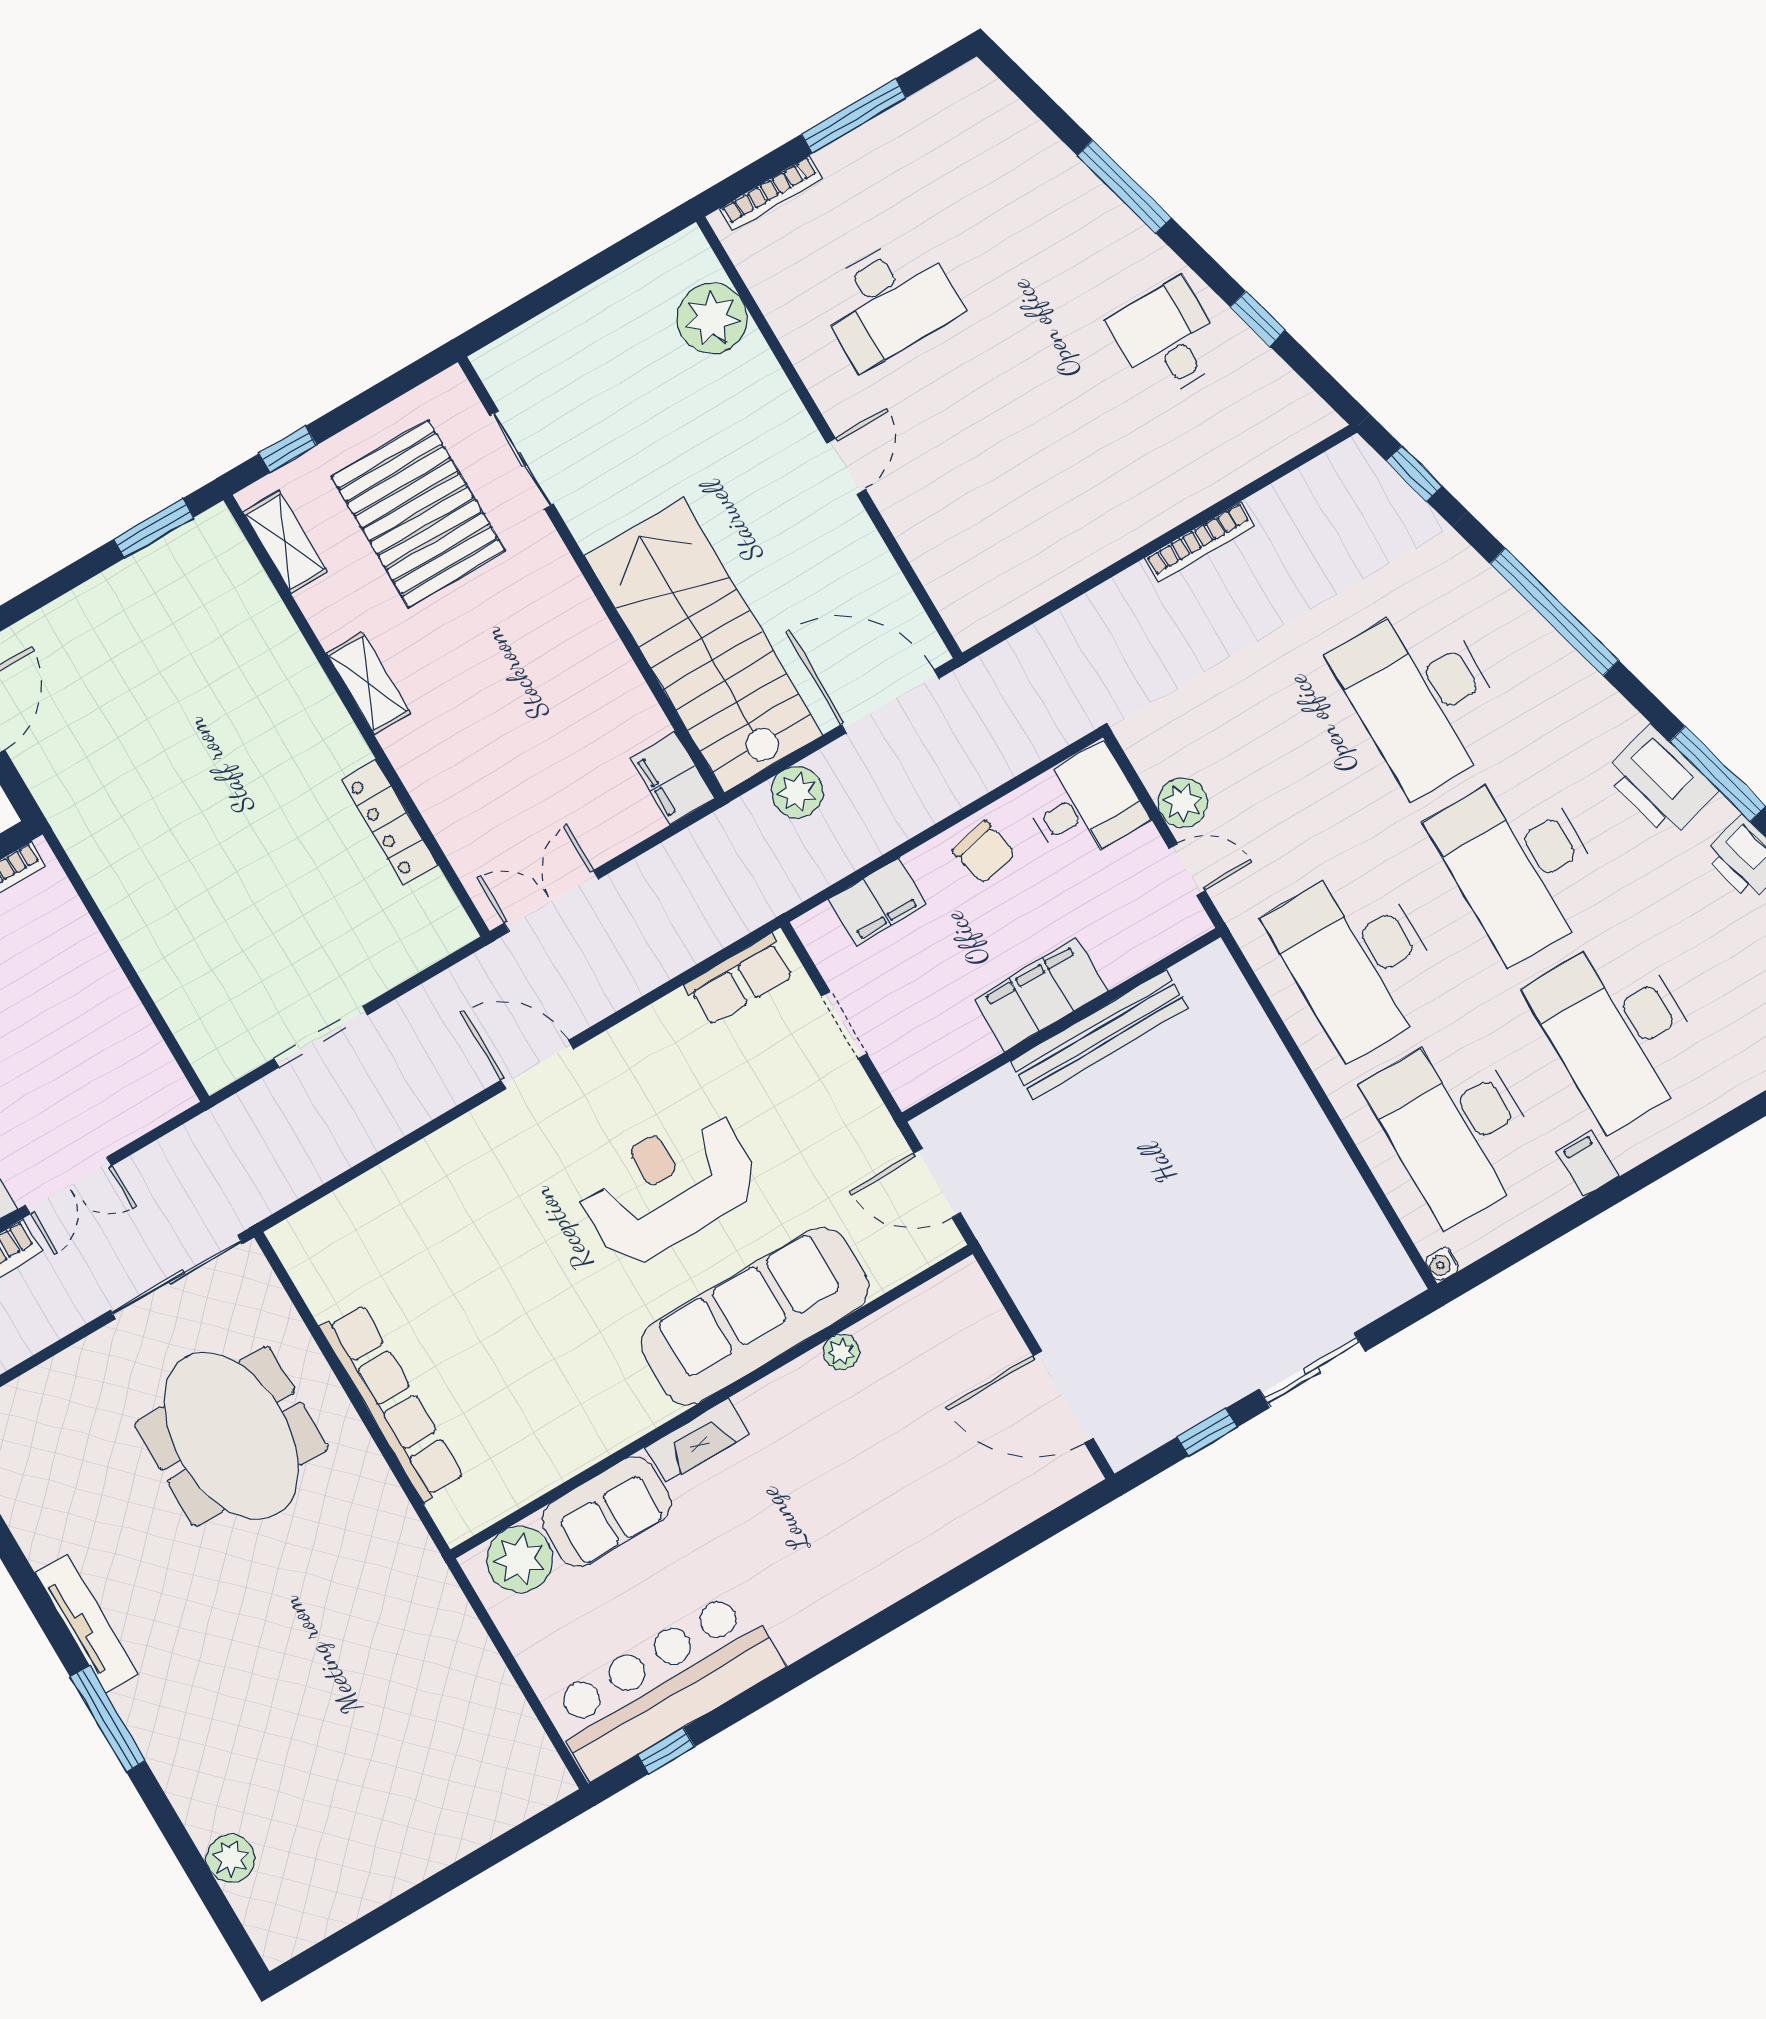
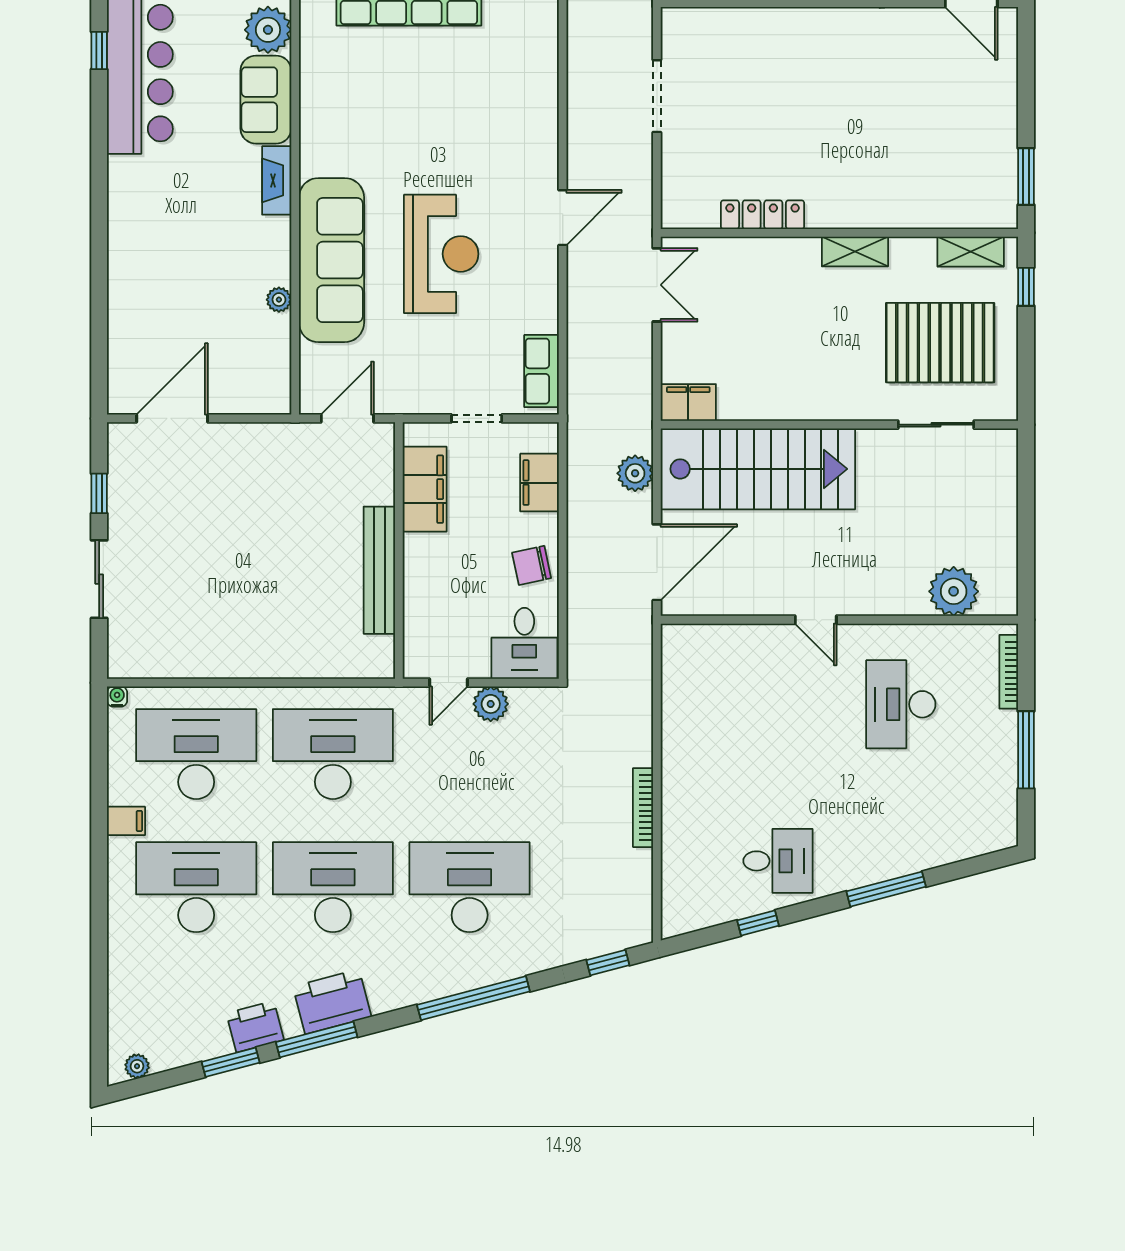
filing cabinet: (1041, 994) -> (425, 489), moved

